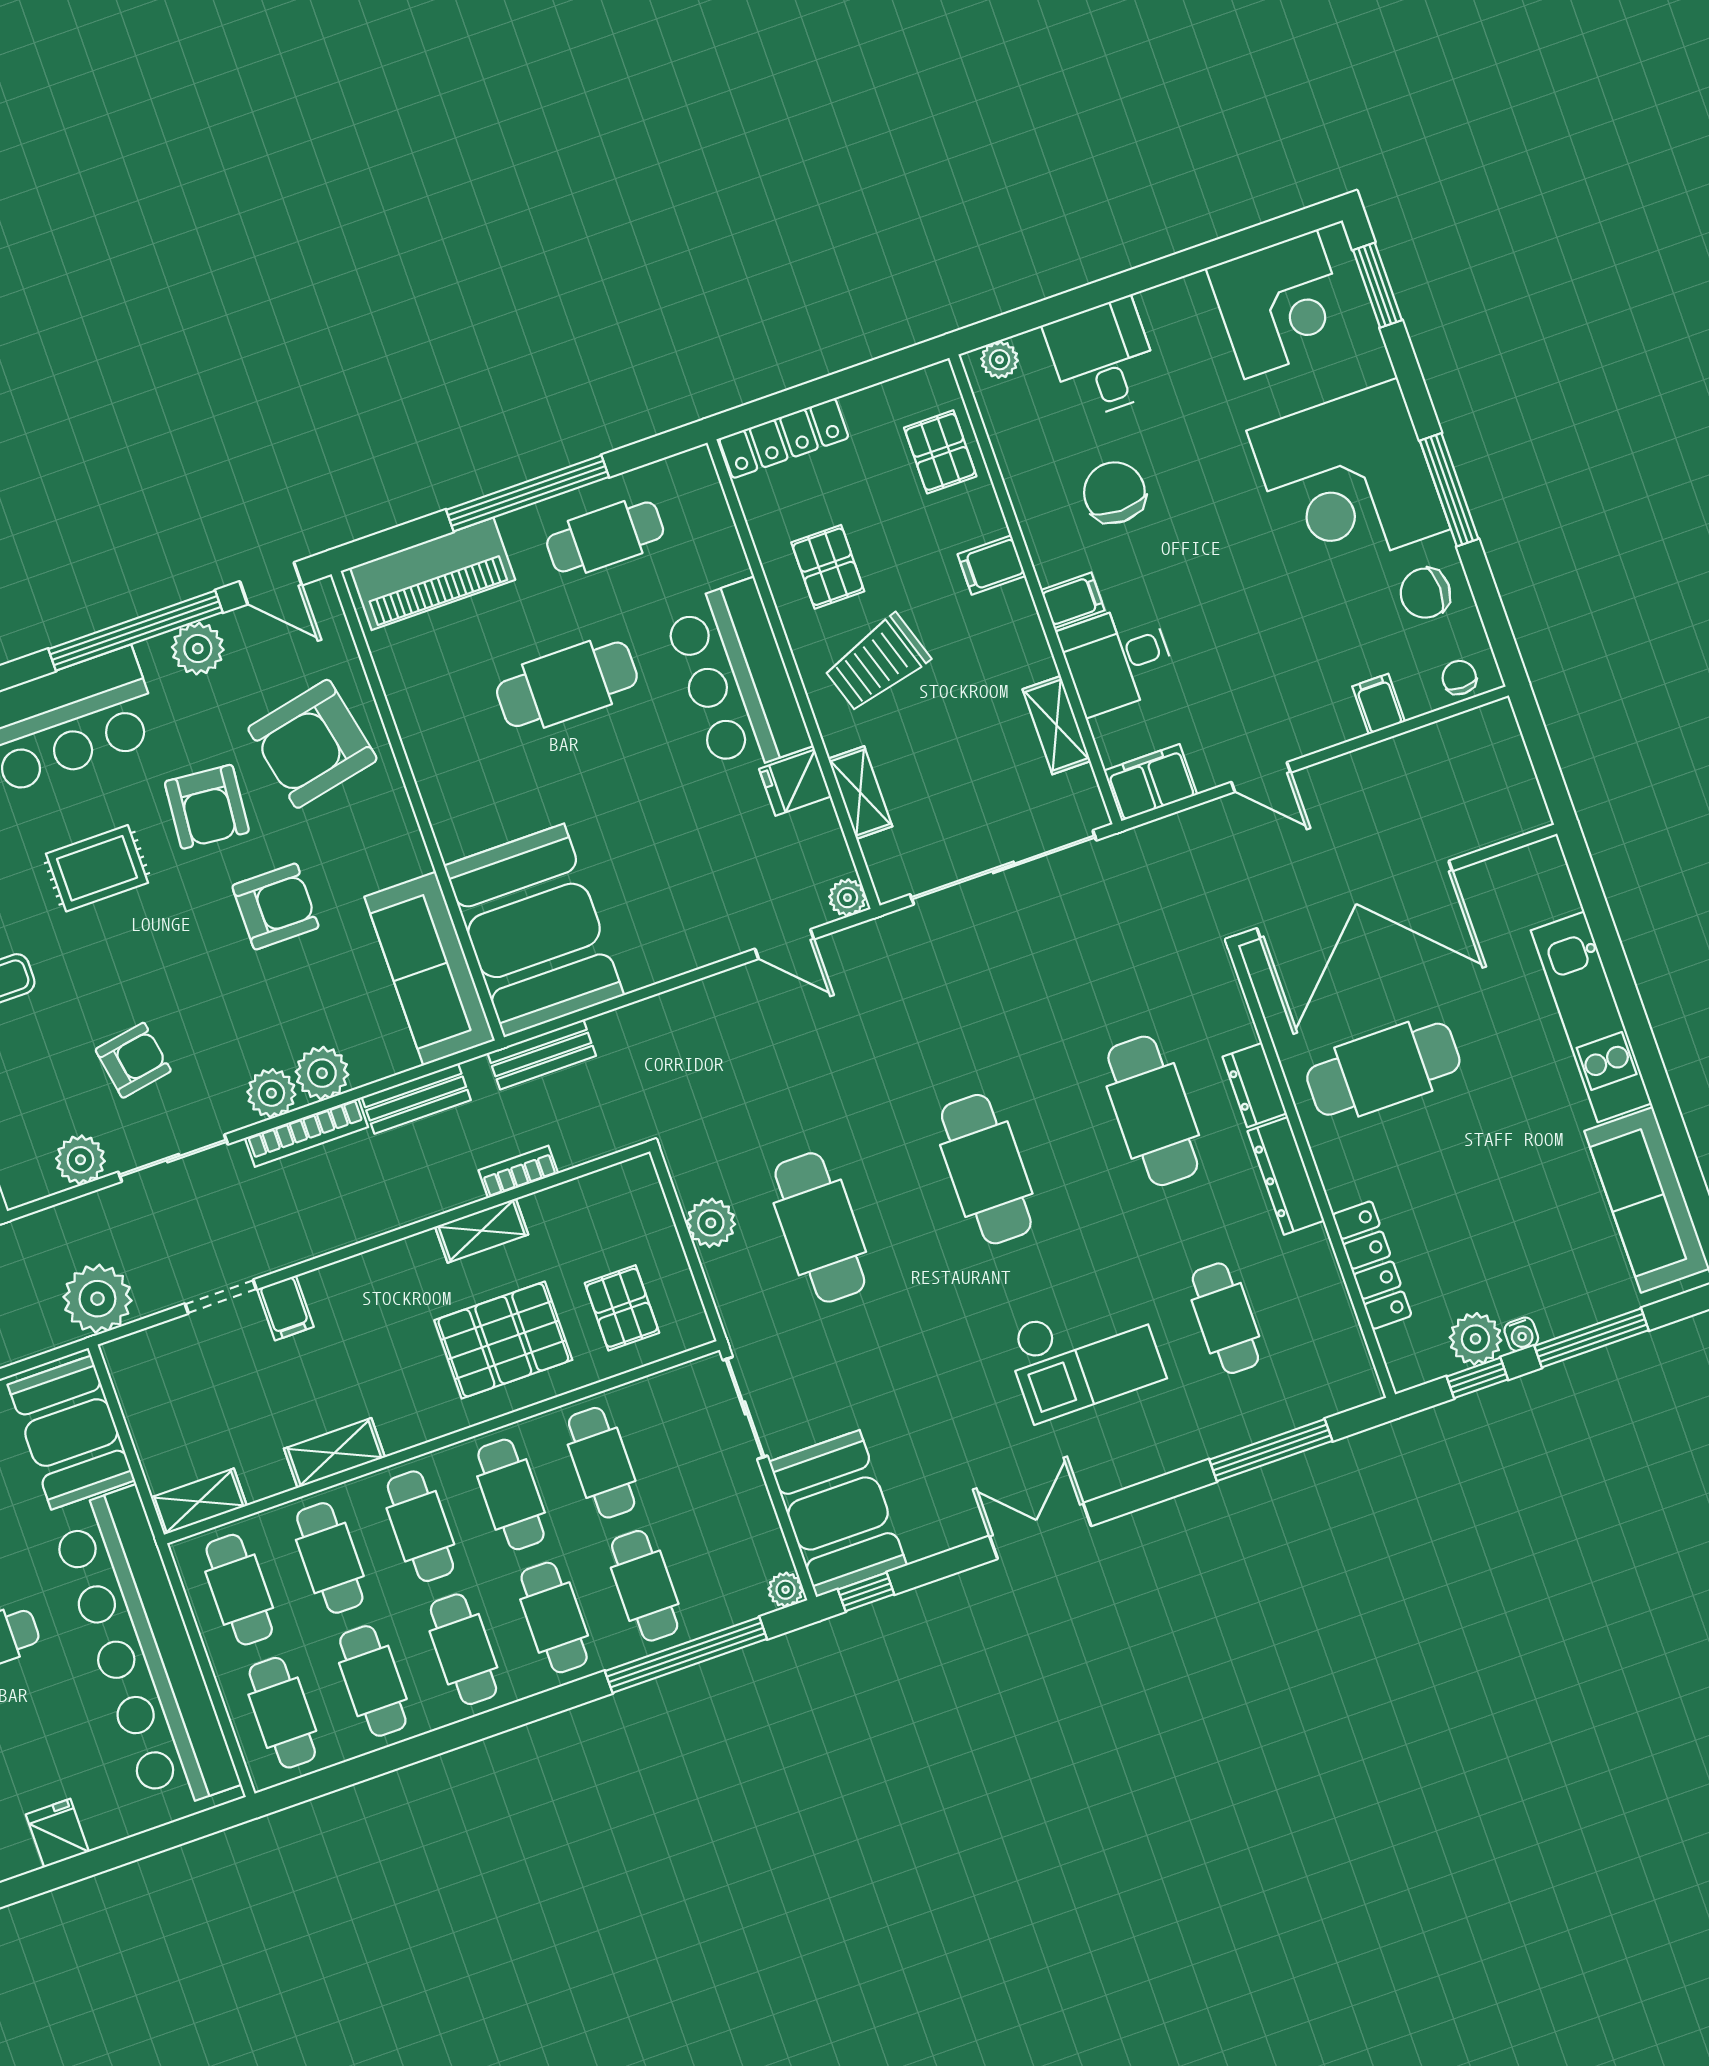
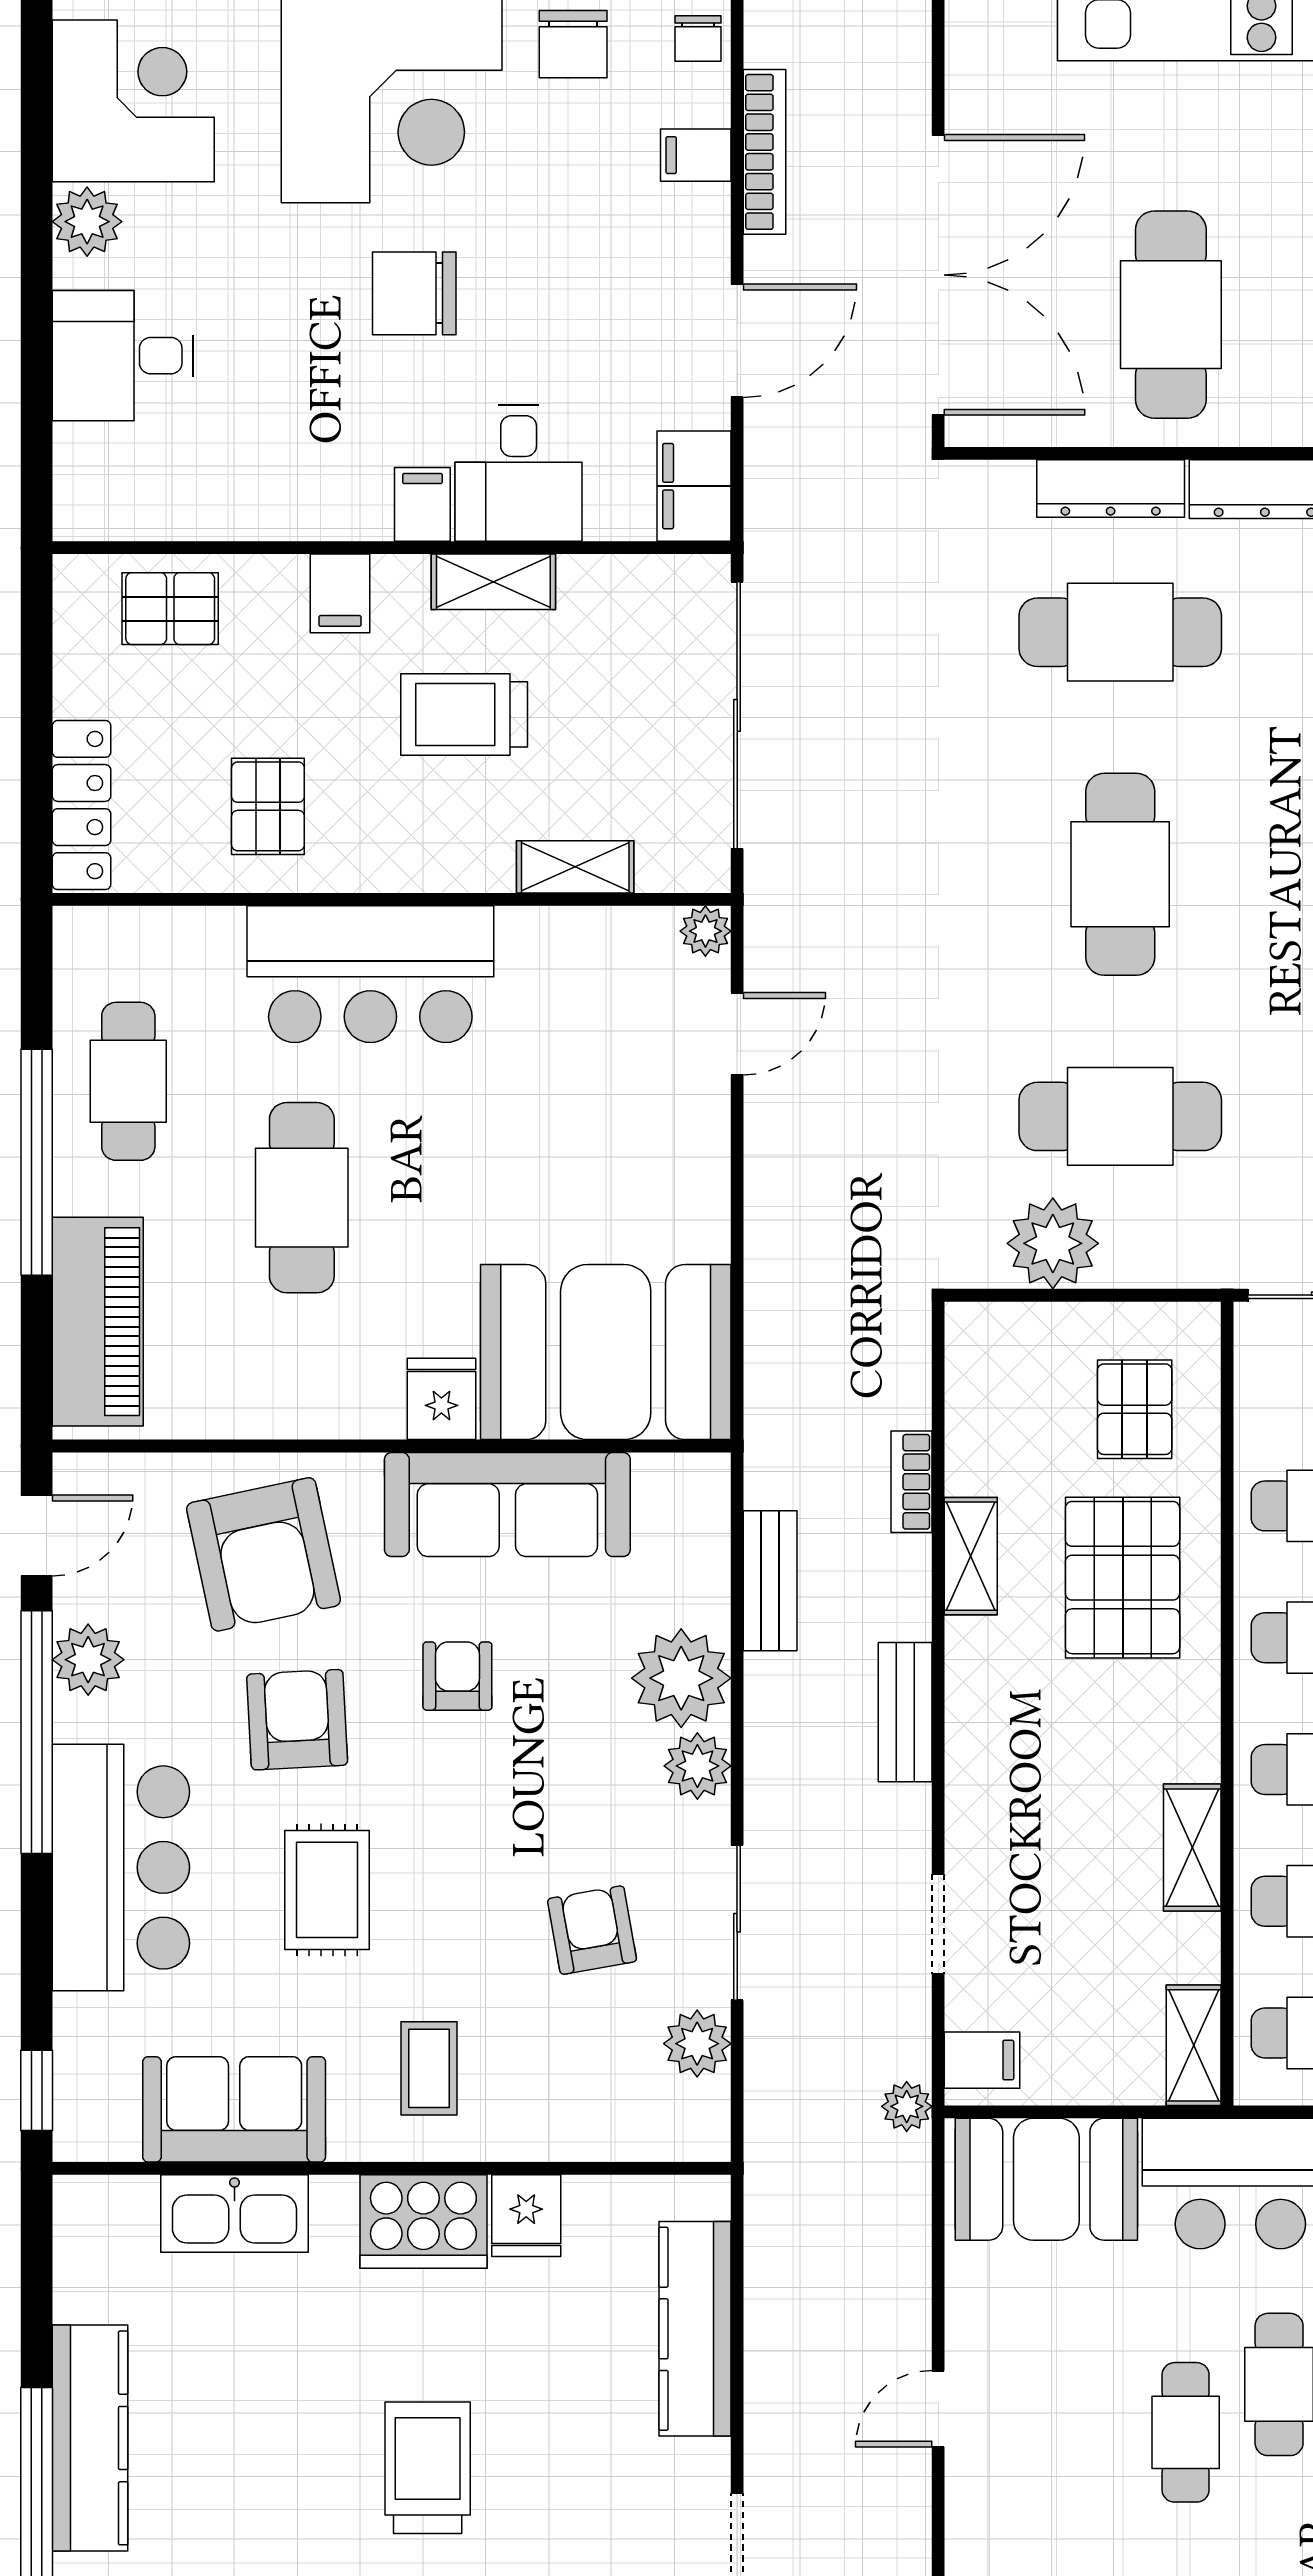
plant: (1000, 360) -> (87, 222), moved, width x1.38, depth x1.38
chair: (1114, 493) -> (414, 293), moved
pallet: (828, 567) -> (268, 806), turned 90
trolley: (877, 663) -> (464, 714), moved, turned 108
chair: (1459, 678) -> (698, 39), turned -90
shelving: (1057, 725) -> (493, 582), moved
door: (1261, 777) -> (737, 341), width x1.38
fridge: (795, 783) -> (441, 1399), moved, turned 180
armchair: (207, 807) -> (297, 1720), turned -98
armchair: (275, 906) -> (457, 1676), width x0.72, depth x0.72
sofa: (430, 969) -> (507, 1504), moved
bench: (542, 1054) -> (905, 1712), moved
plant: (322, 1073) -> (681, 1678), width x1.36, depth x1.36
dresser: (1255, 1085) -> (1111, 489), width x1.44
bookcase: (306, 1133) -> (764, 152), moved
cafe table: (986, 1169) -> (1120, 874), turned 90
plant: (711, 1223) -> (1053, 1243), width x1.36, depth x1.36
plant: (97, 1299) -> (907, 2106), width x0.53, depth x0.53
filing cabinet: (285, 1308) -> (982, 2060), moved
pallet: (622, 1308) -> (1135, 1409), turned 90

